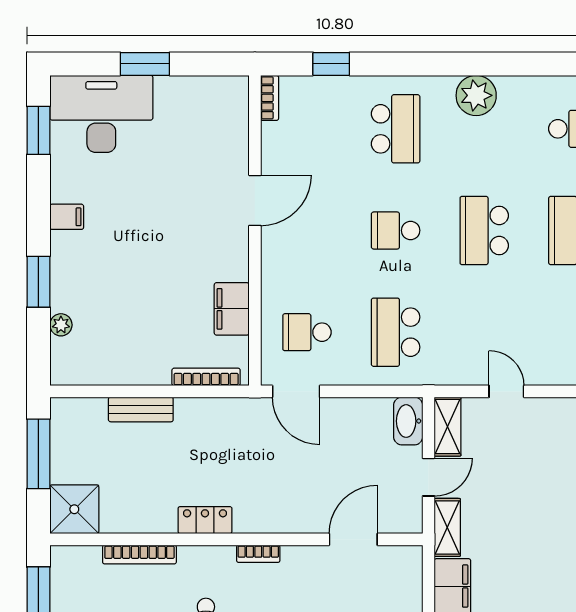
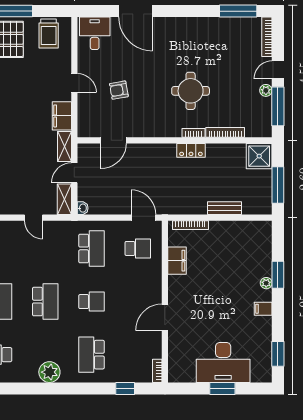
desk: (101, 114) -> (223, 362), moved
plant: (61, 325) -> (266, 283), moved
washbasin: (408, 421) -> (83, 208), width x0.52, depth x0.69
bookcase: (258, 554) -> (193, 133), moved

